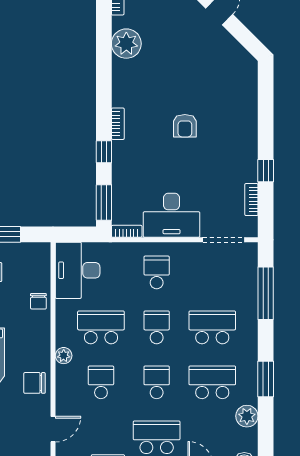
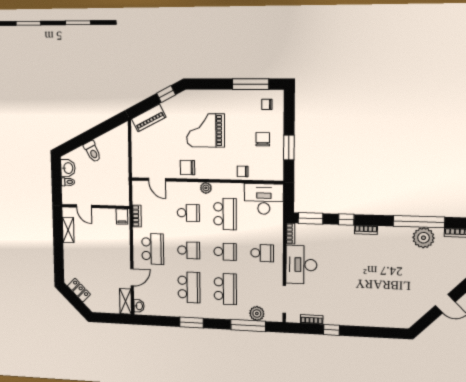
window: (104, 50) -> (419, 222), added
armchair: (185, 126) -> (364, 276), removed
chair: (35, 383) -> (187, 168), turned -90
plant: (247, 416) -> (257, 314), moved

